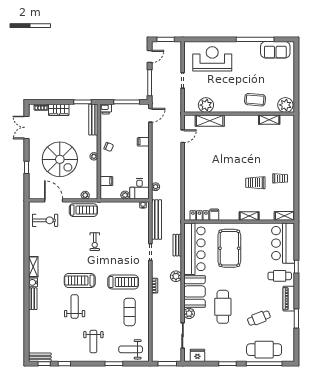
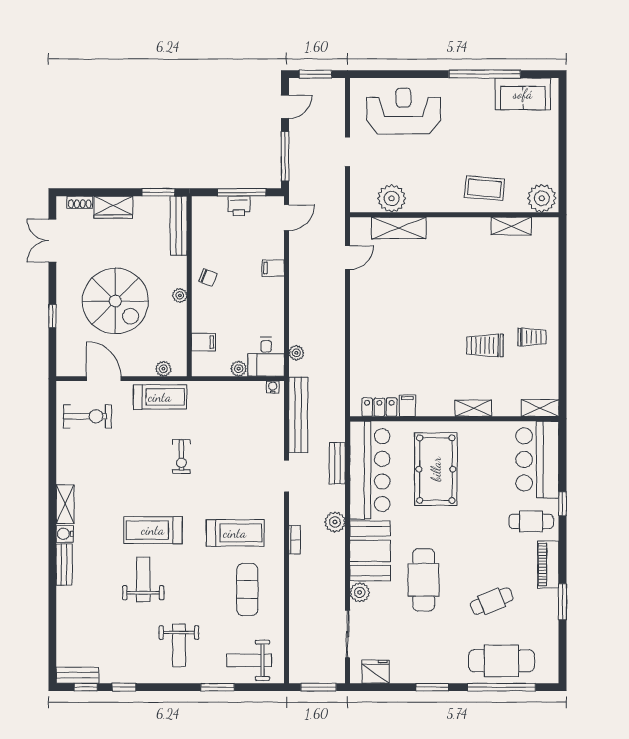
printer: (106, 109) -> (239, 206), moved

